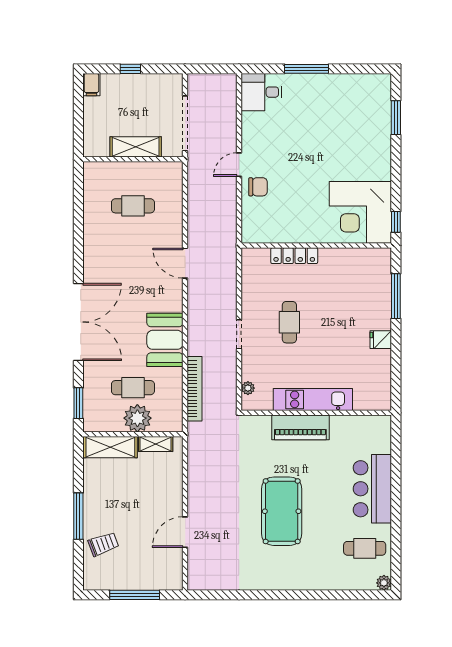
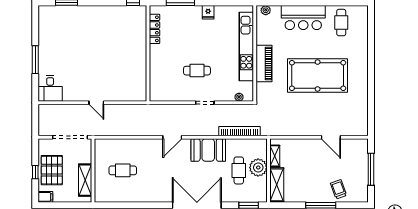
pallet: (133, 95) -> (52, 170), added
shelving: (136, 147) -> (85, 180), moved
chair: (258, 187) -> (111, 91), removed
cafe table: (133, 206) -> (123, 170), turned 90
corner desk: (360, 212) -> (127, 25), removed
locker: (294, 256) -> (155, 29), moved
door: (185, 263) -> (172, 137), moved
kitchen unit: (313, 399) -> (246, 46), width x1.36
pool table: (282, 511) -> (318, 76), width x1.36, depth x1.32
plant: (384, 583) -> (266, 10), moved

